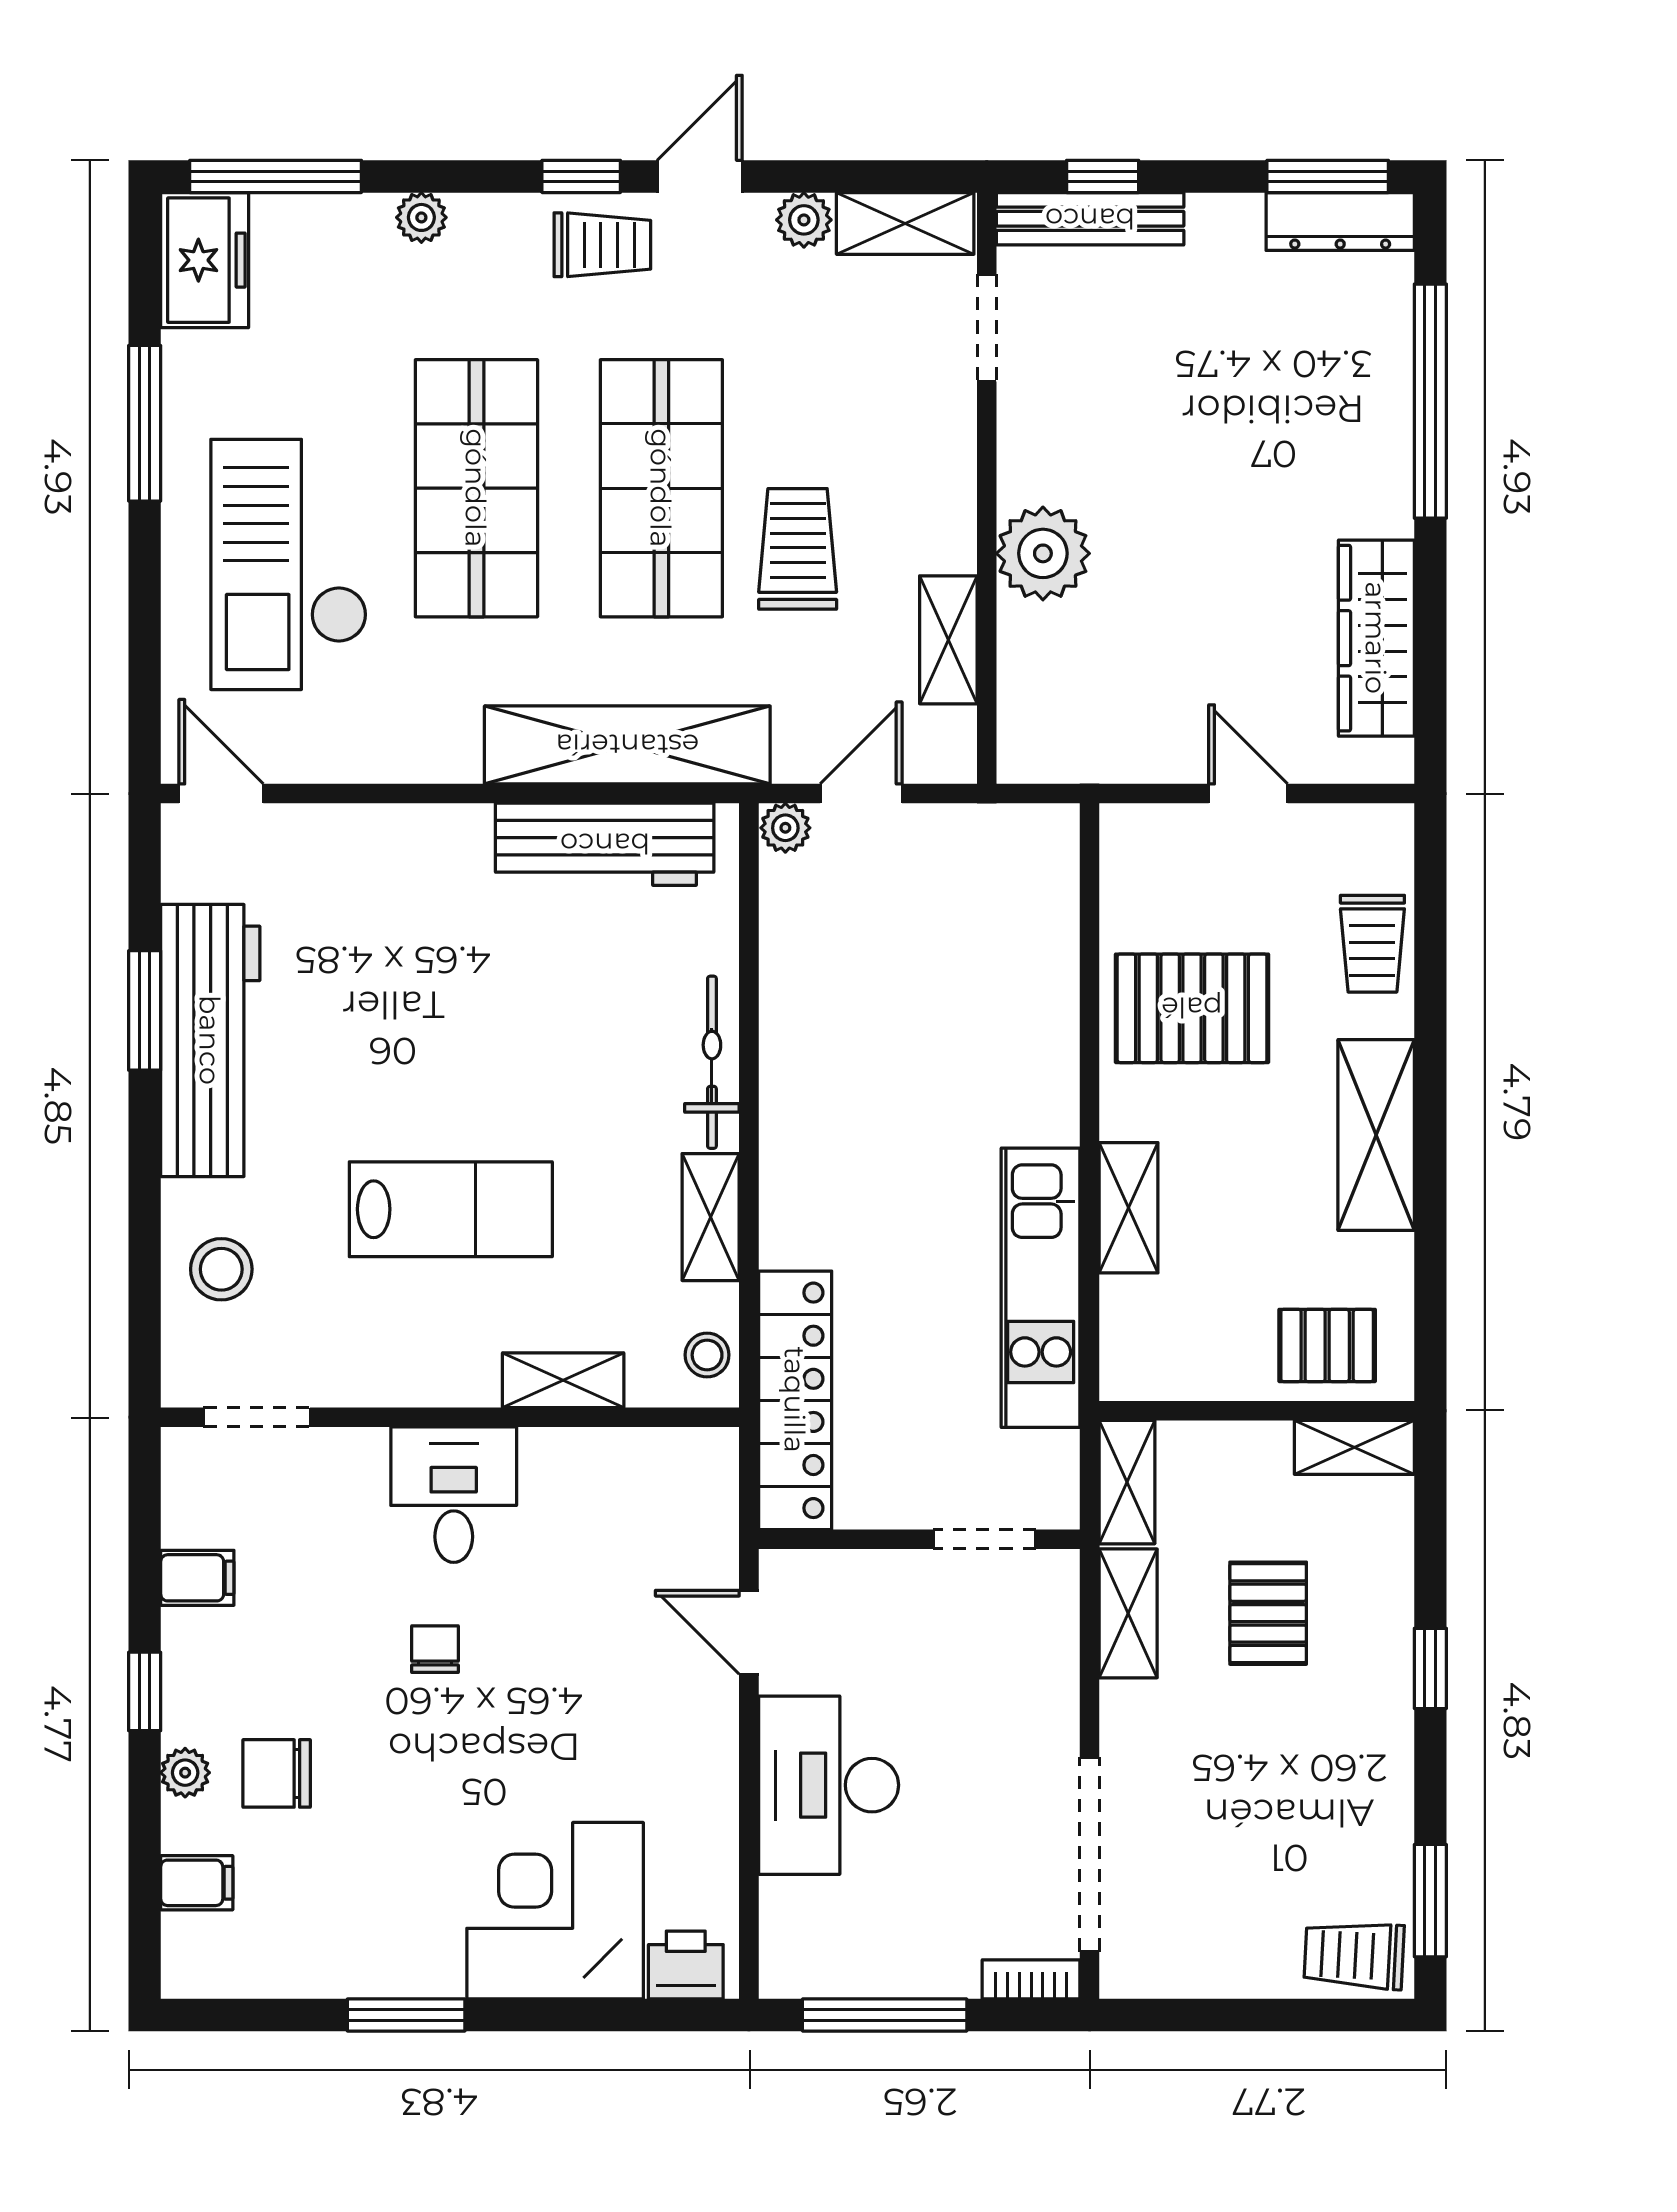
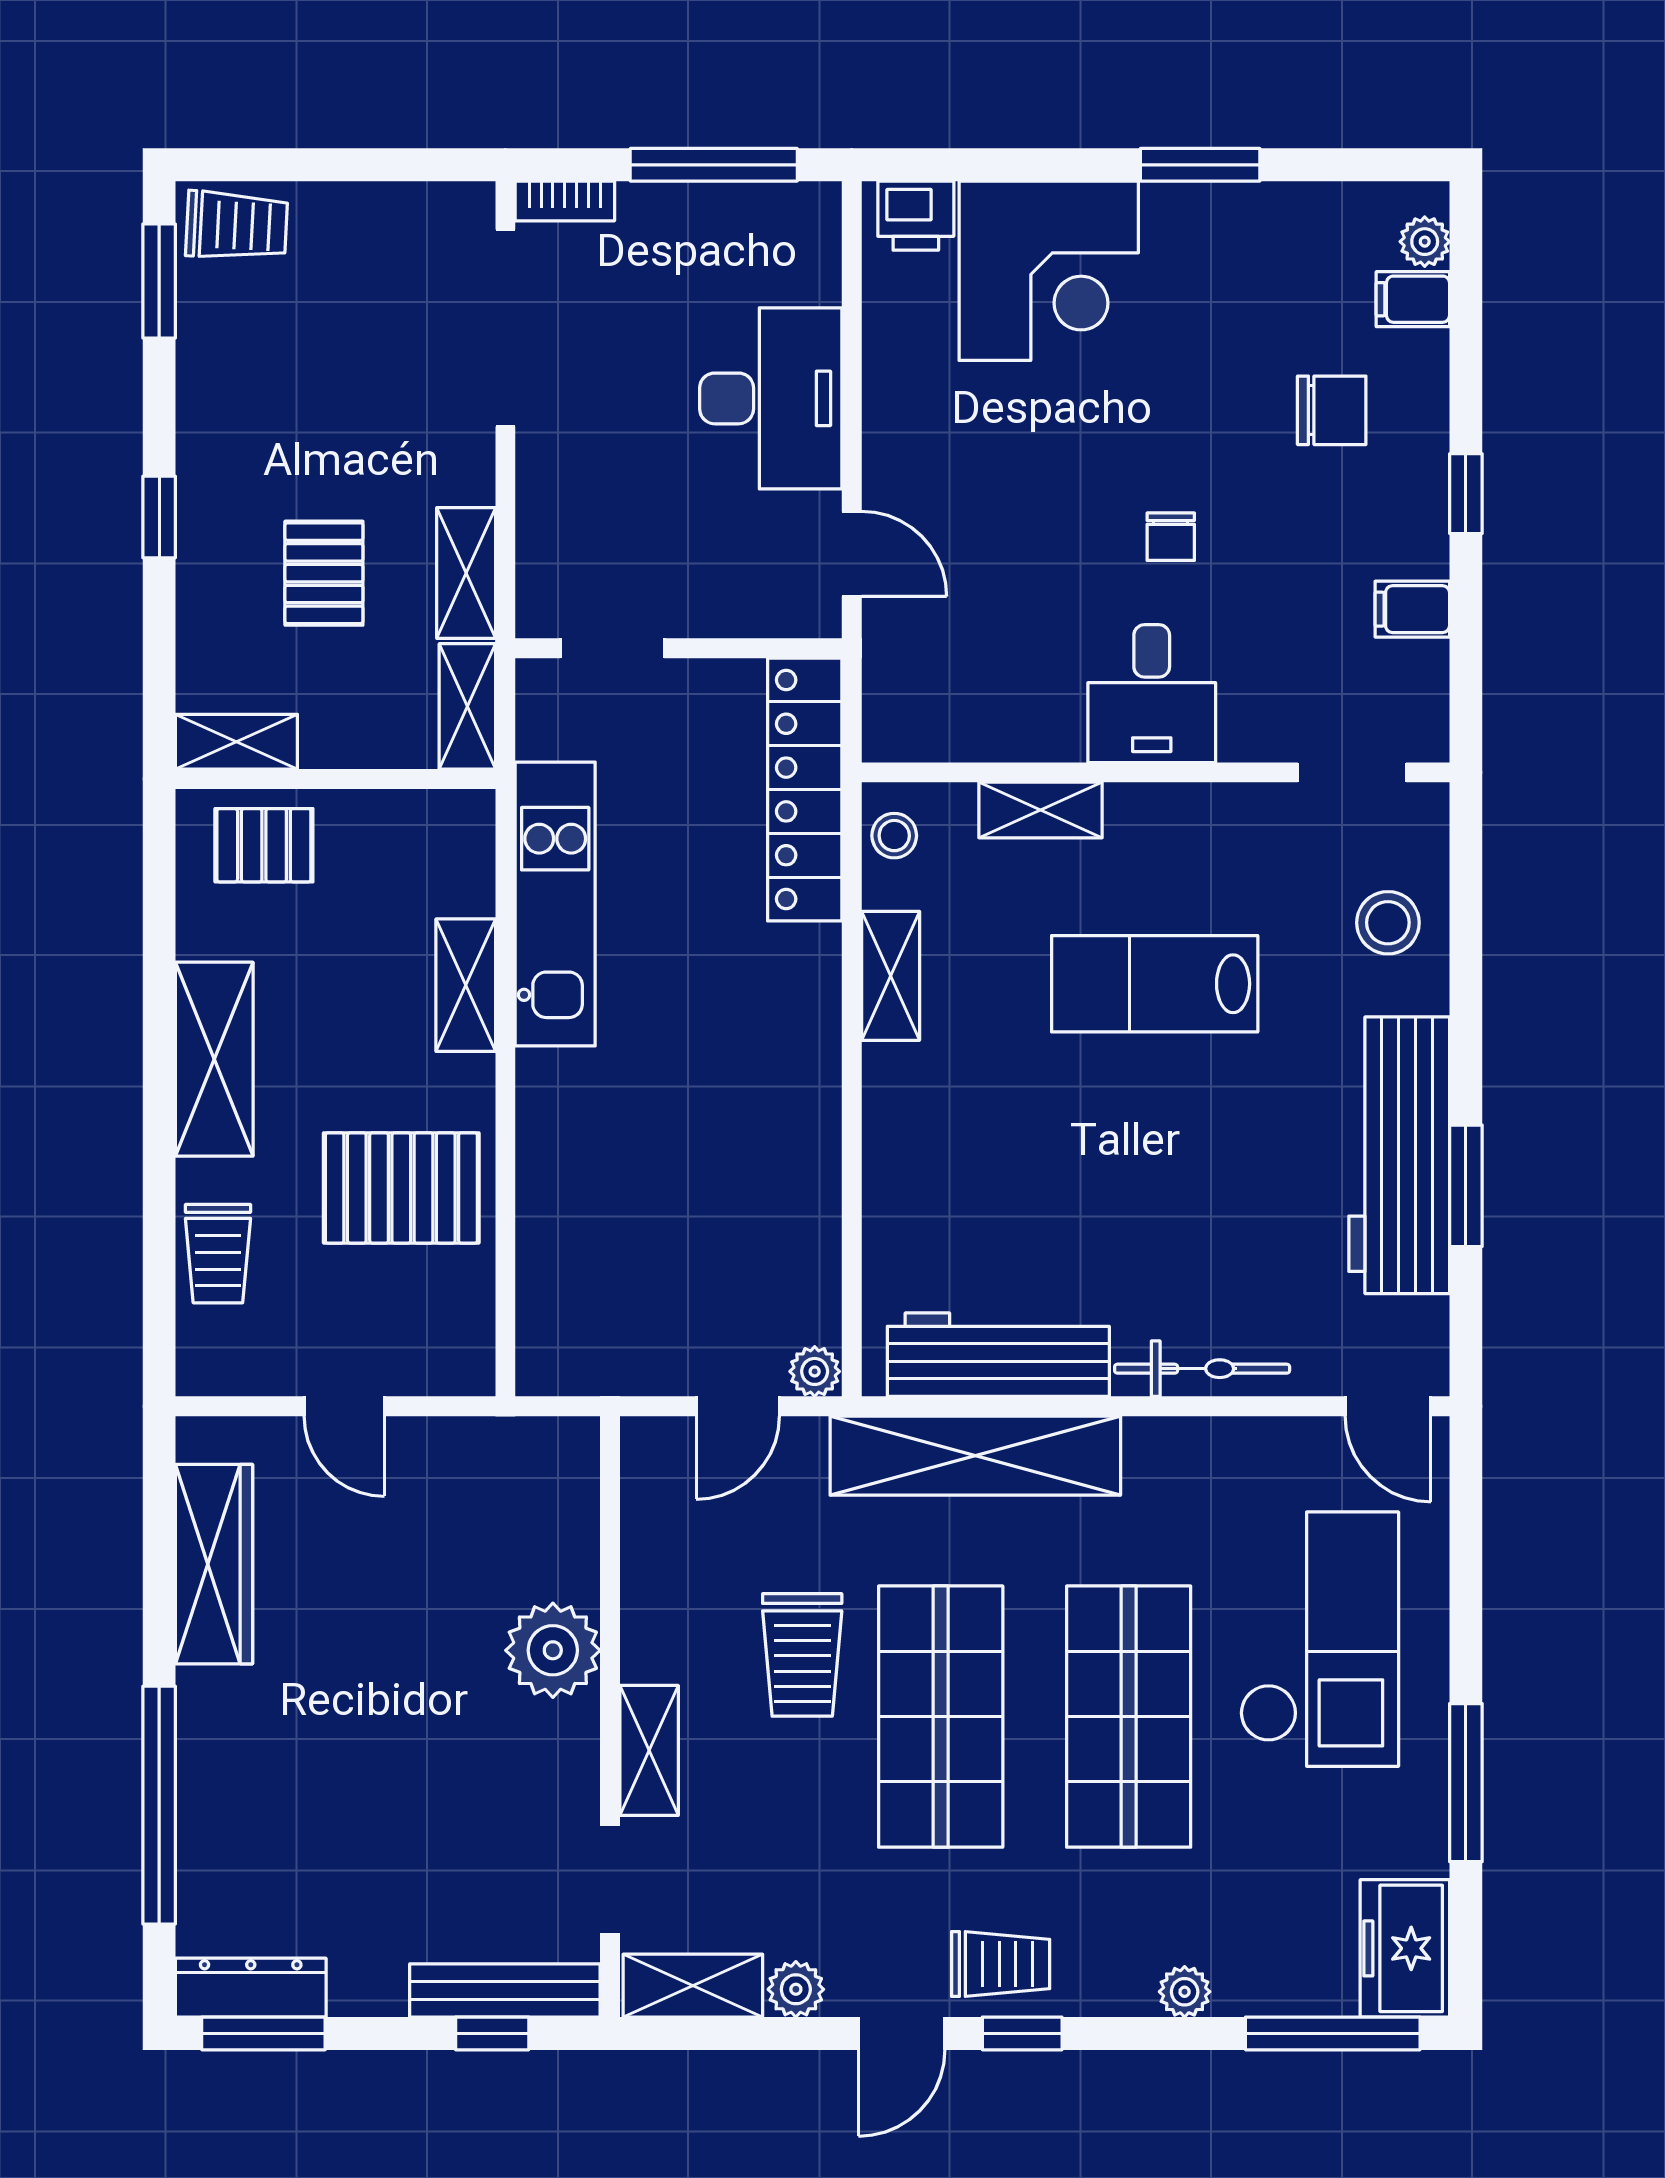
trolley: (602, 245) -> (1001, 1964), turned 180
shelving: (948, 640) -> (649, 1750), moved
trolley: (1372, 944) -> (218, 1254), turned 180
bicycle: (712, 1062) -> (1202, 1369), moved, turned -90
plant: (185, 1773) -> (1425, 242), moved

